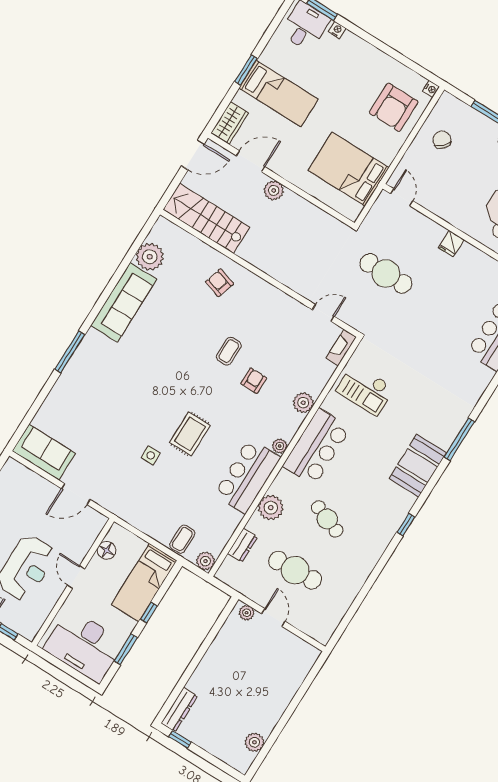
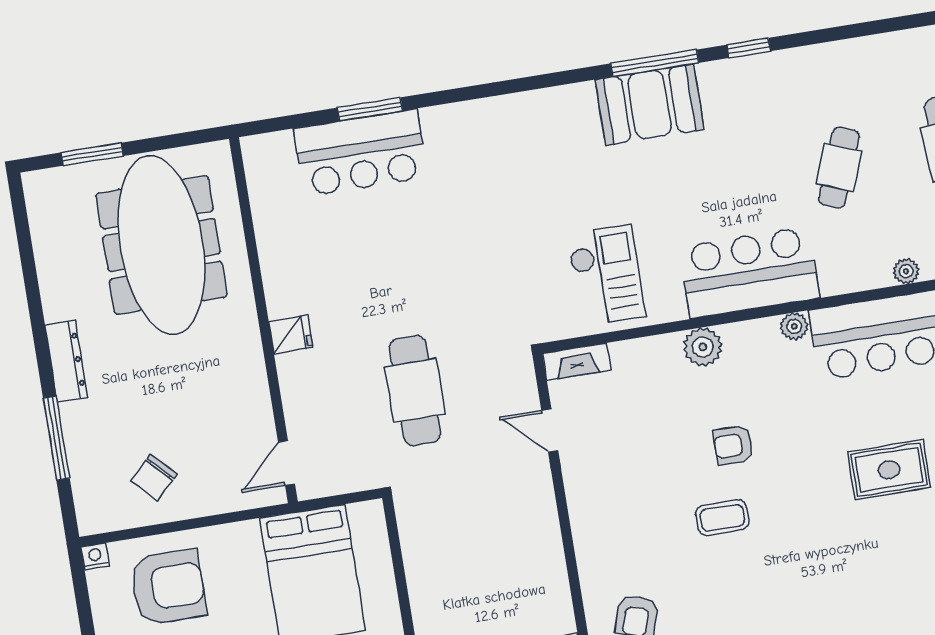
window: (459, 439) -> (655, 63), moved
plant: (271, 508) -> (906, 271), width x0.53, depth x0.53

